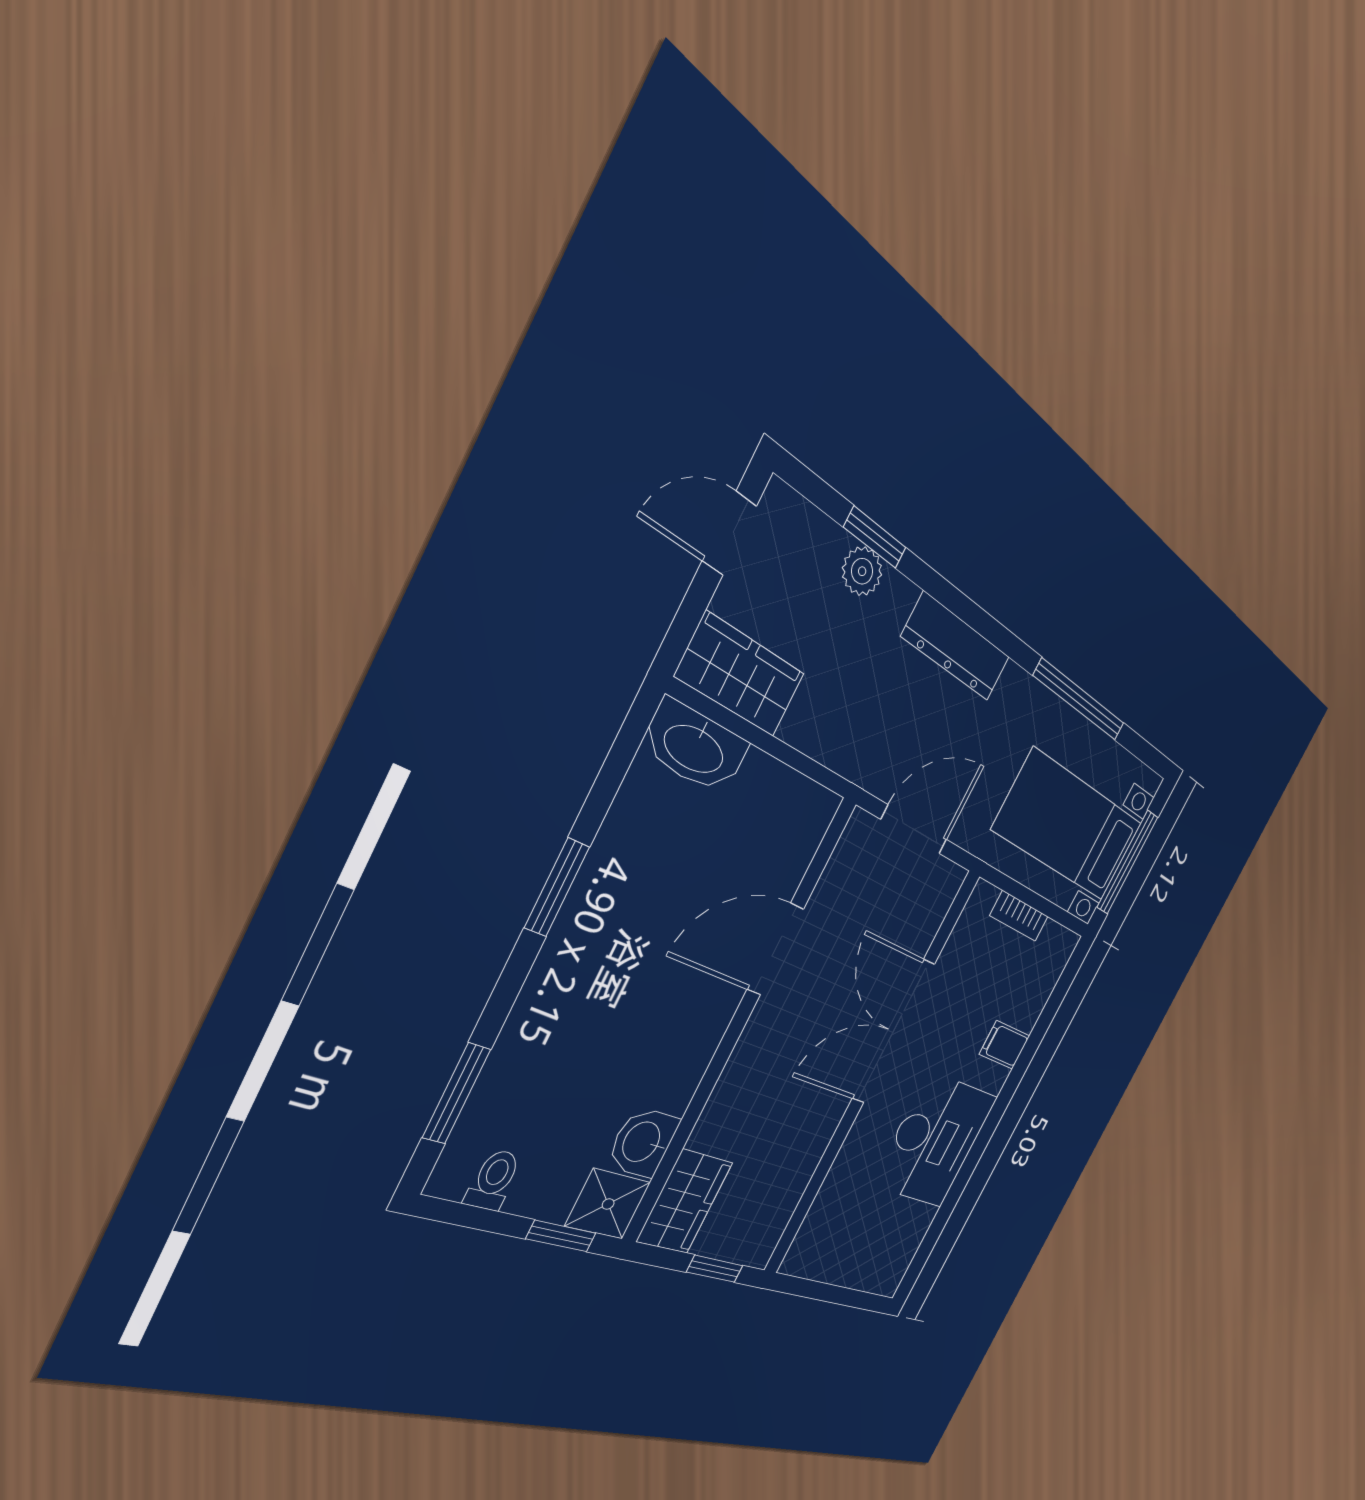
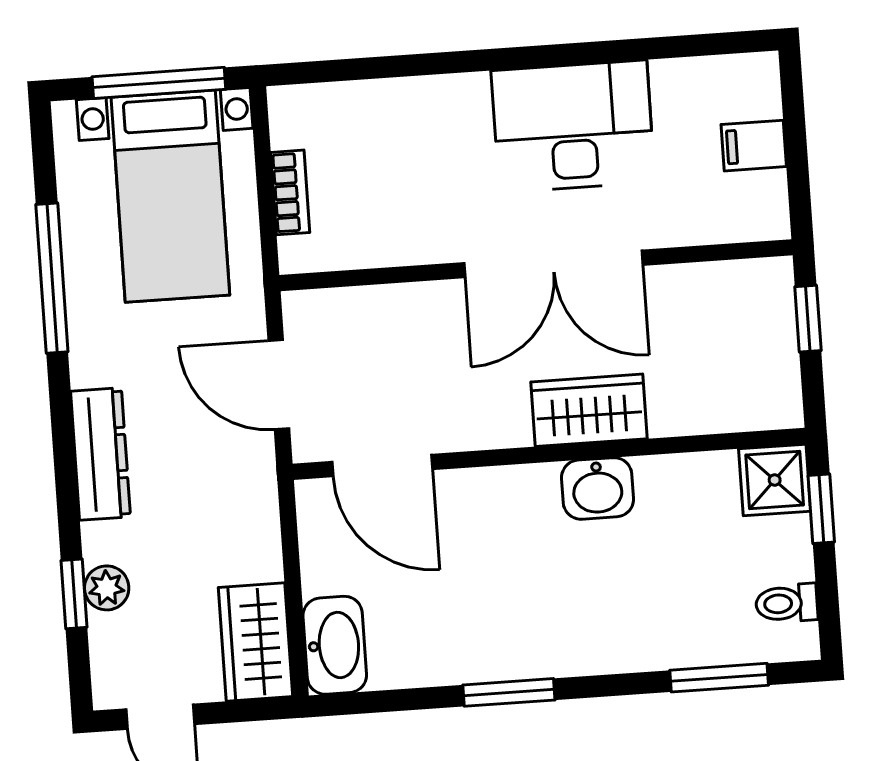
door: (775, 949) -> (382, 466), moved
double door: (893, 1031) -> (553, 264), moved
filing cabinet: (1005, 1045) -> (754, 146), moved, turned 90
washbasin: (643, 1142) -> (598, 488), moved
wardrobe: (685, 1202) -> (589, 410), moved

